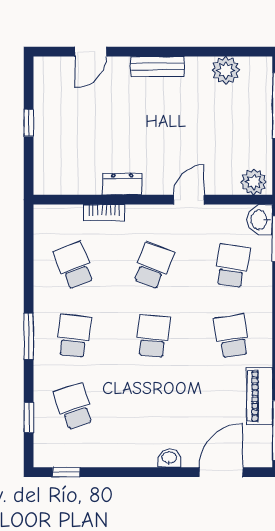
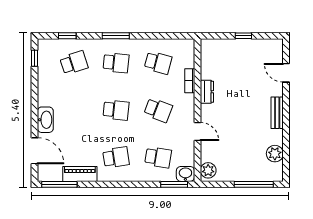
school desk: (74, 266) -> (158, 63), turned 36
washbasin: (169, 458) -> (45, 120), width x1.91, depth x1.45

